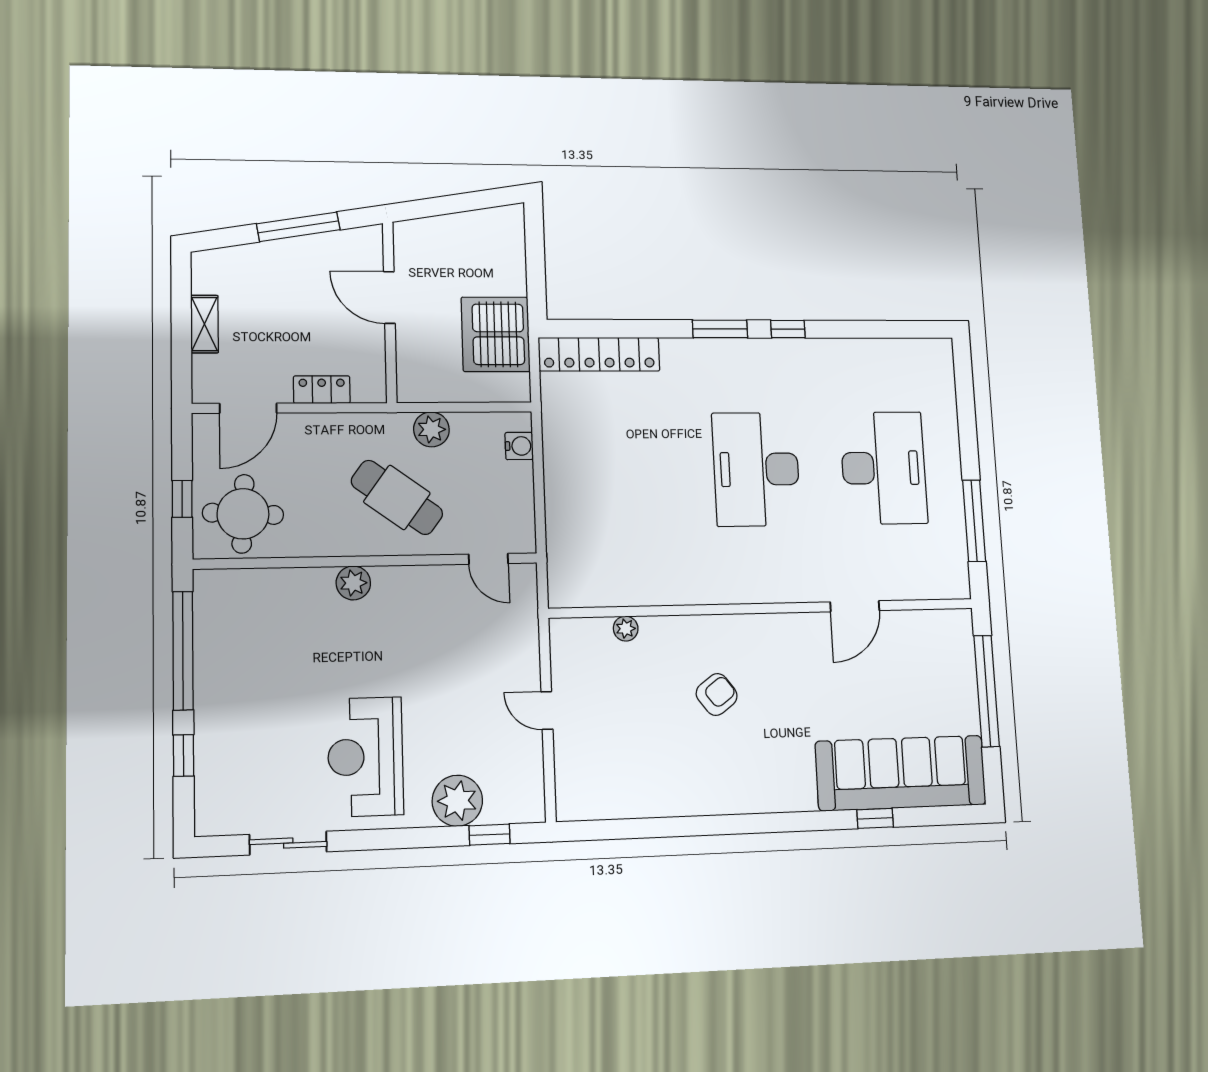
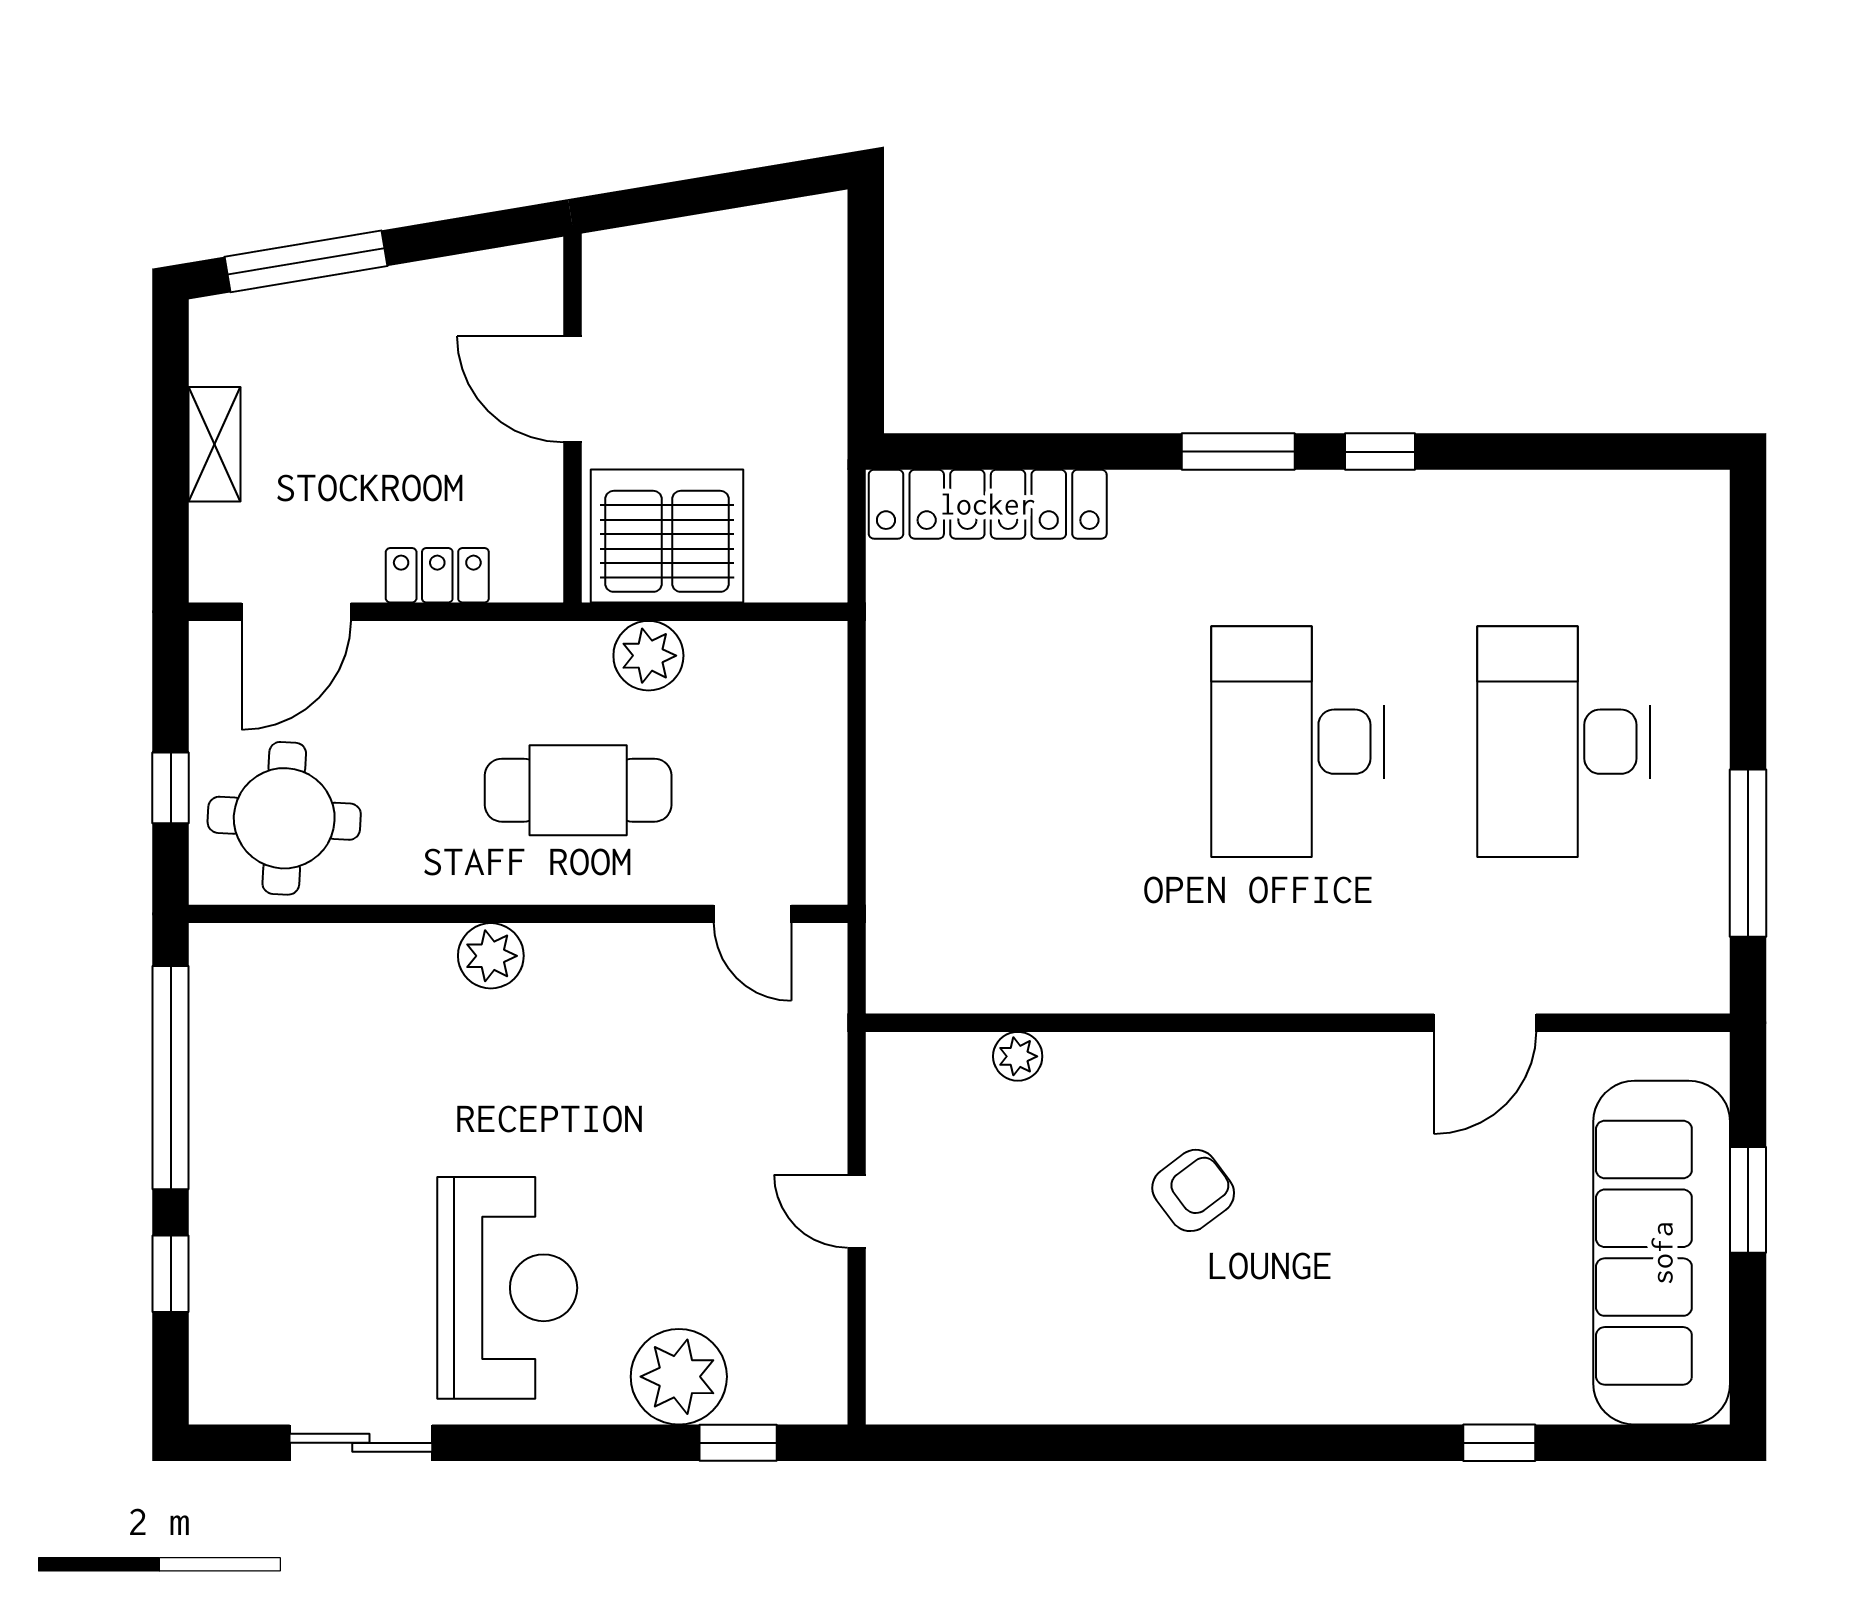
window: (298, 227) -> (306, 261), moved
server rack: (496, 334) -> (667, 536), moved, turned 90
water cooler: (519, 446) -> (820, 690), removed
desk: (884, 468) -> (1564, 742), turned 180
cafe table: (397, 497) -> (578, 790), turned -36
window: (987, 691) -> (1748, 1200), width x0.47
reception desk: (365, 757) -> (507, 1288), turned 180
sofa: (901, 773) -> (1662, 1253), moved, turned -90

